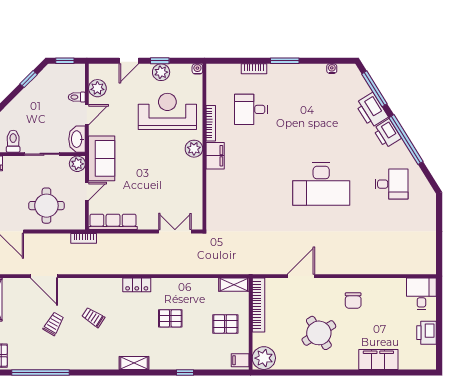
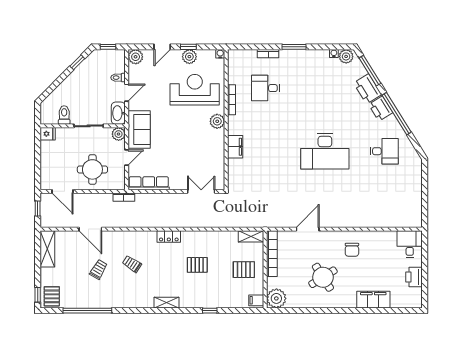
plant: (346, 72) -> (346, 56), added
plant: (97, 88) -> (136, 57), moved
filing cabinet: (215, 156) -> (235, 147), moved

